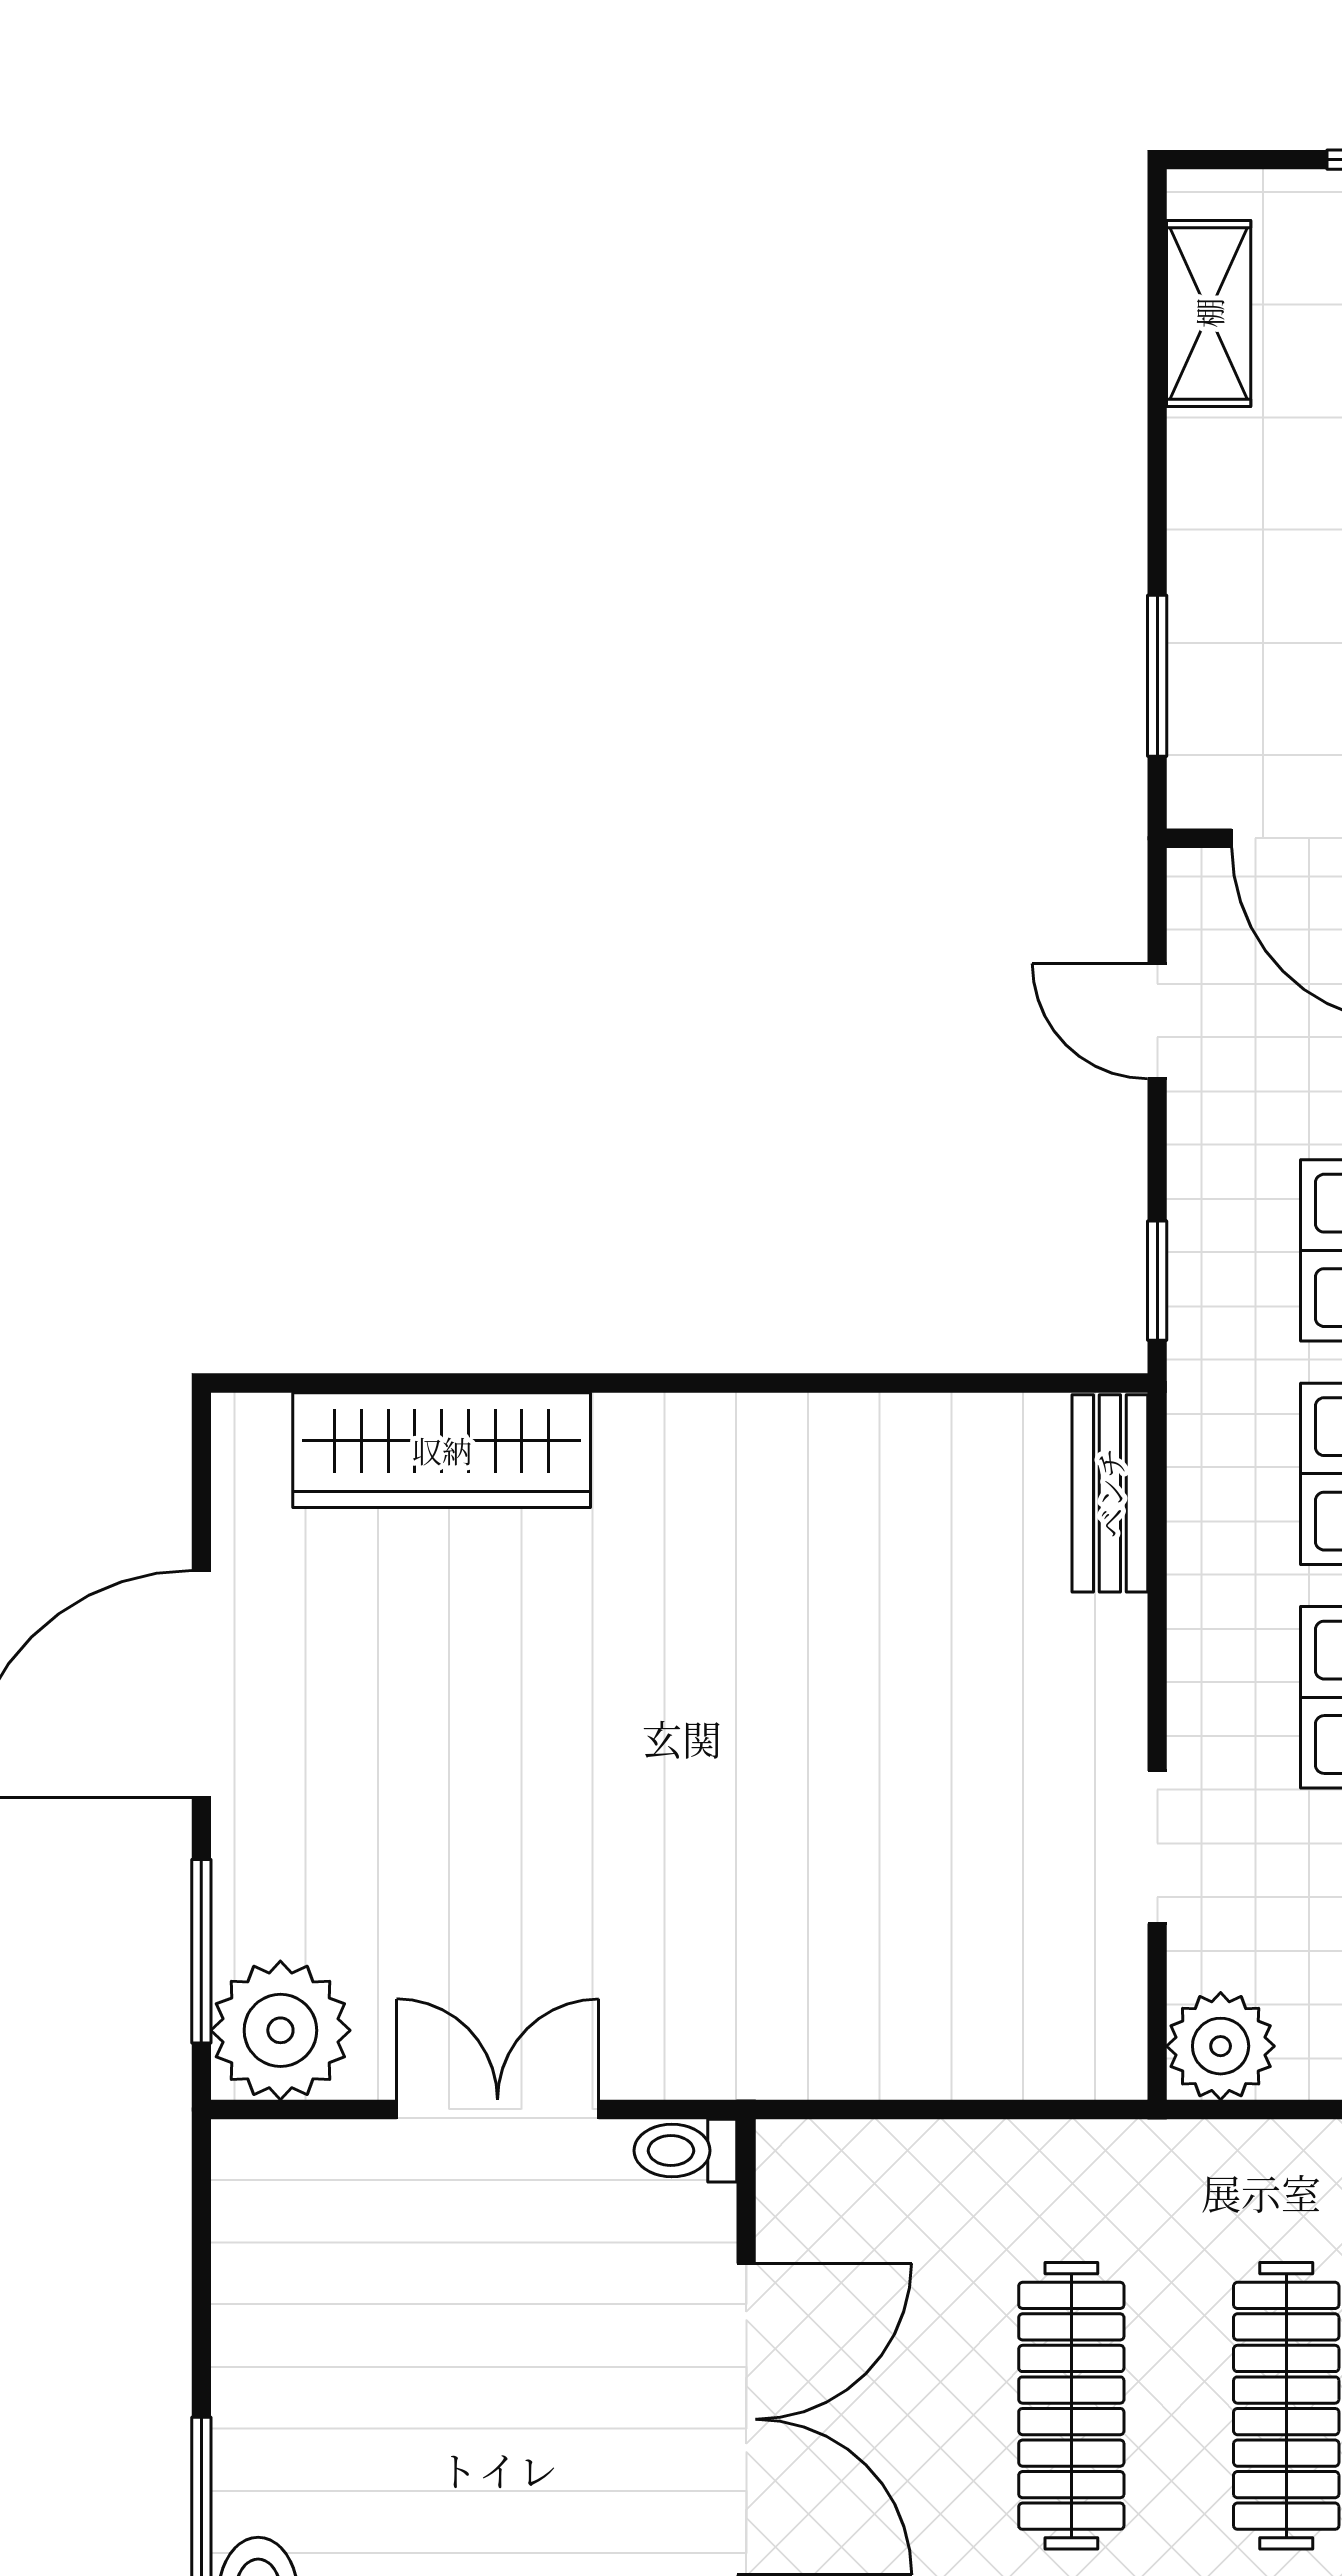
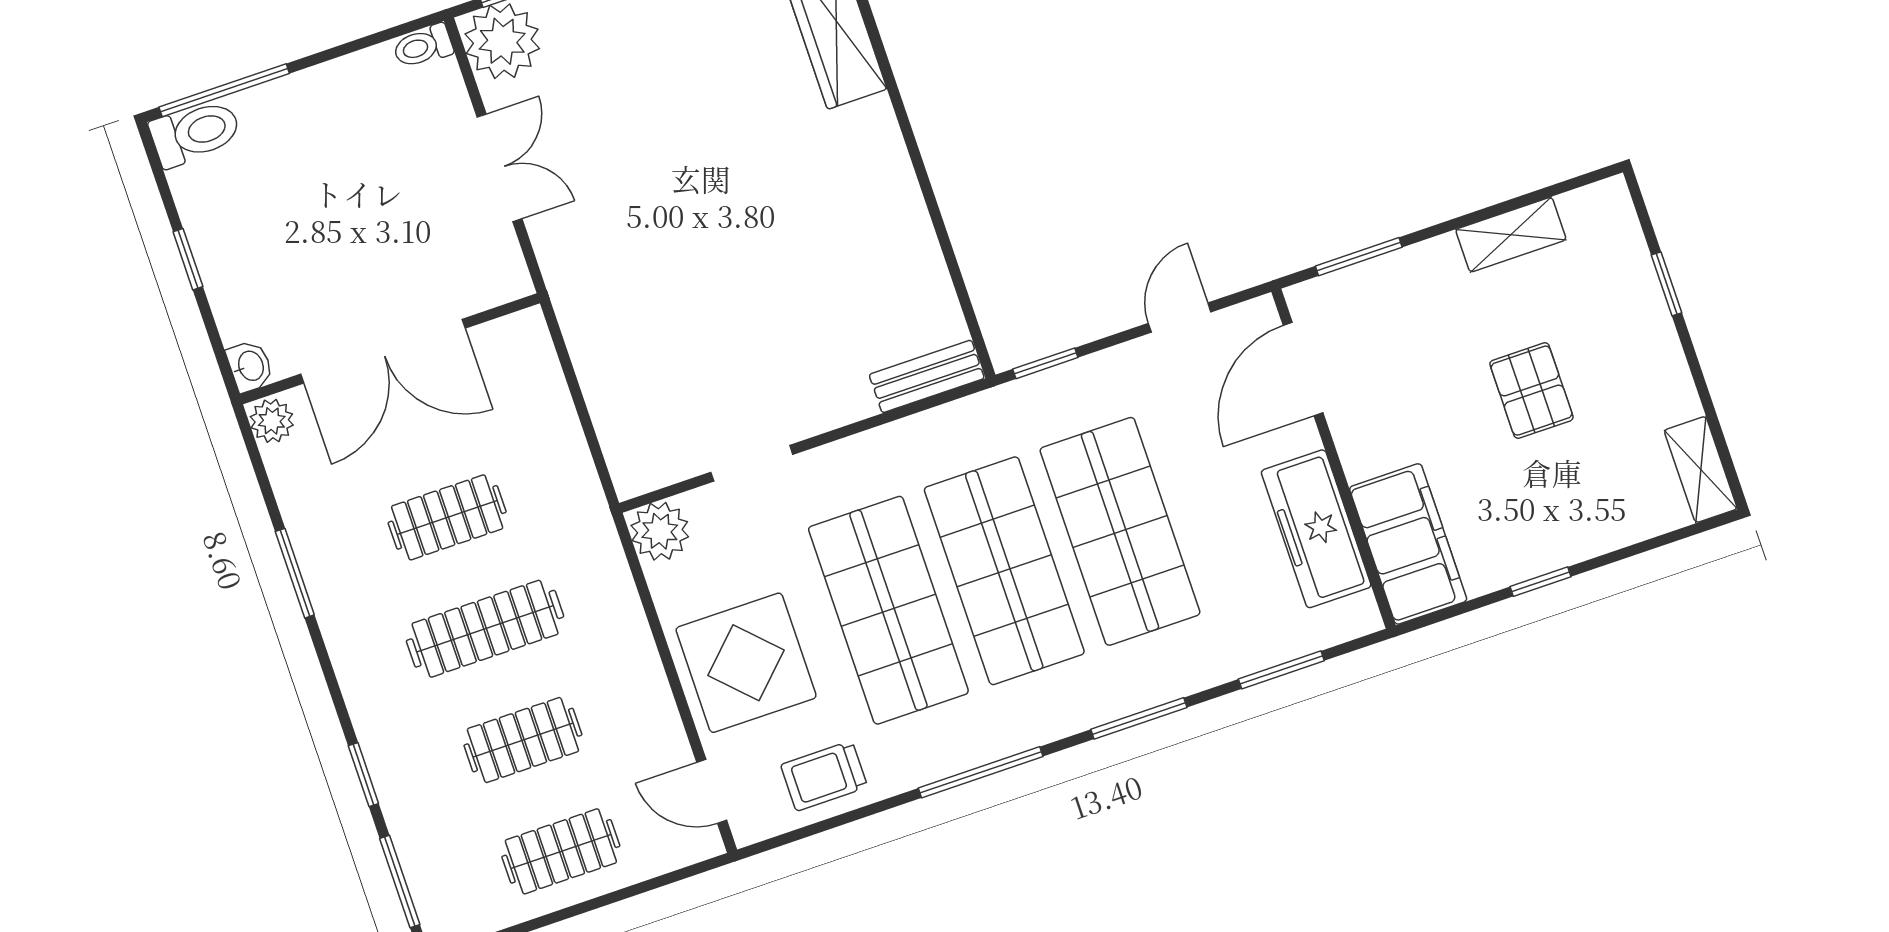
shelving: (1209, 313) -> (1511, 235), moved
toilet: (685, 2151) -> (423, 46), moved, turned -90
clothes rail: (1071, 2406) -> (447, 517), width x0.73

